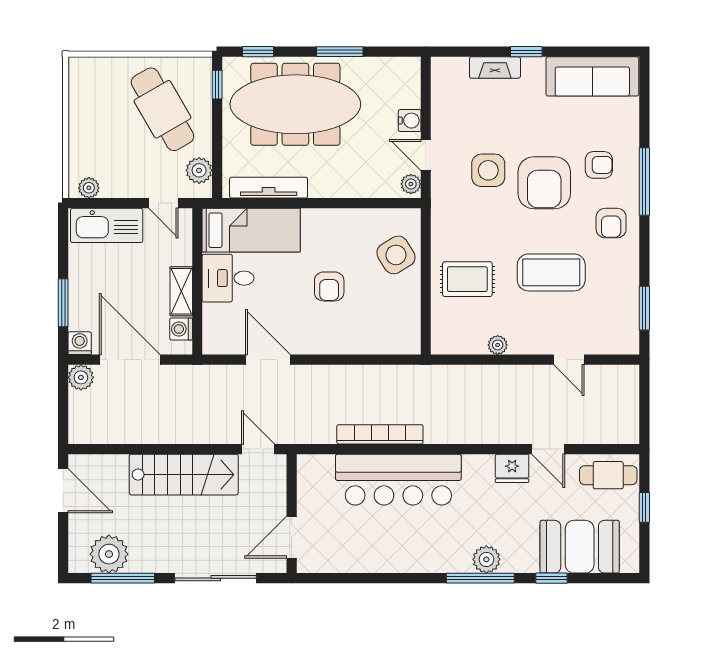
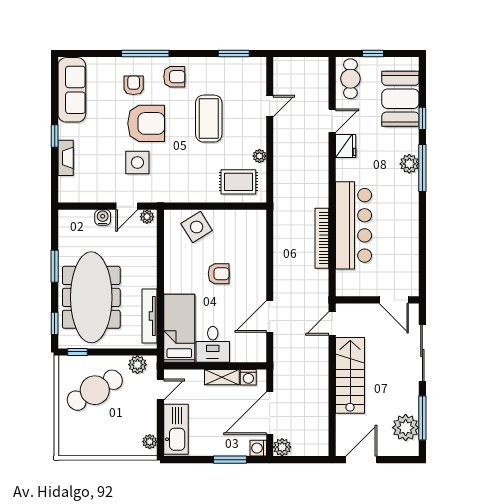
rug: (467, 279) -> (238, 182), moved, turned 90

